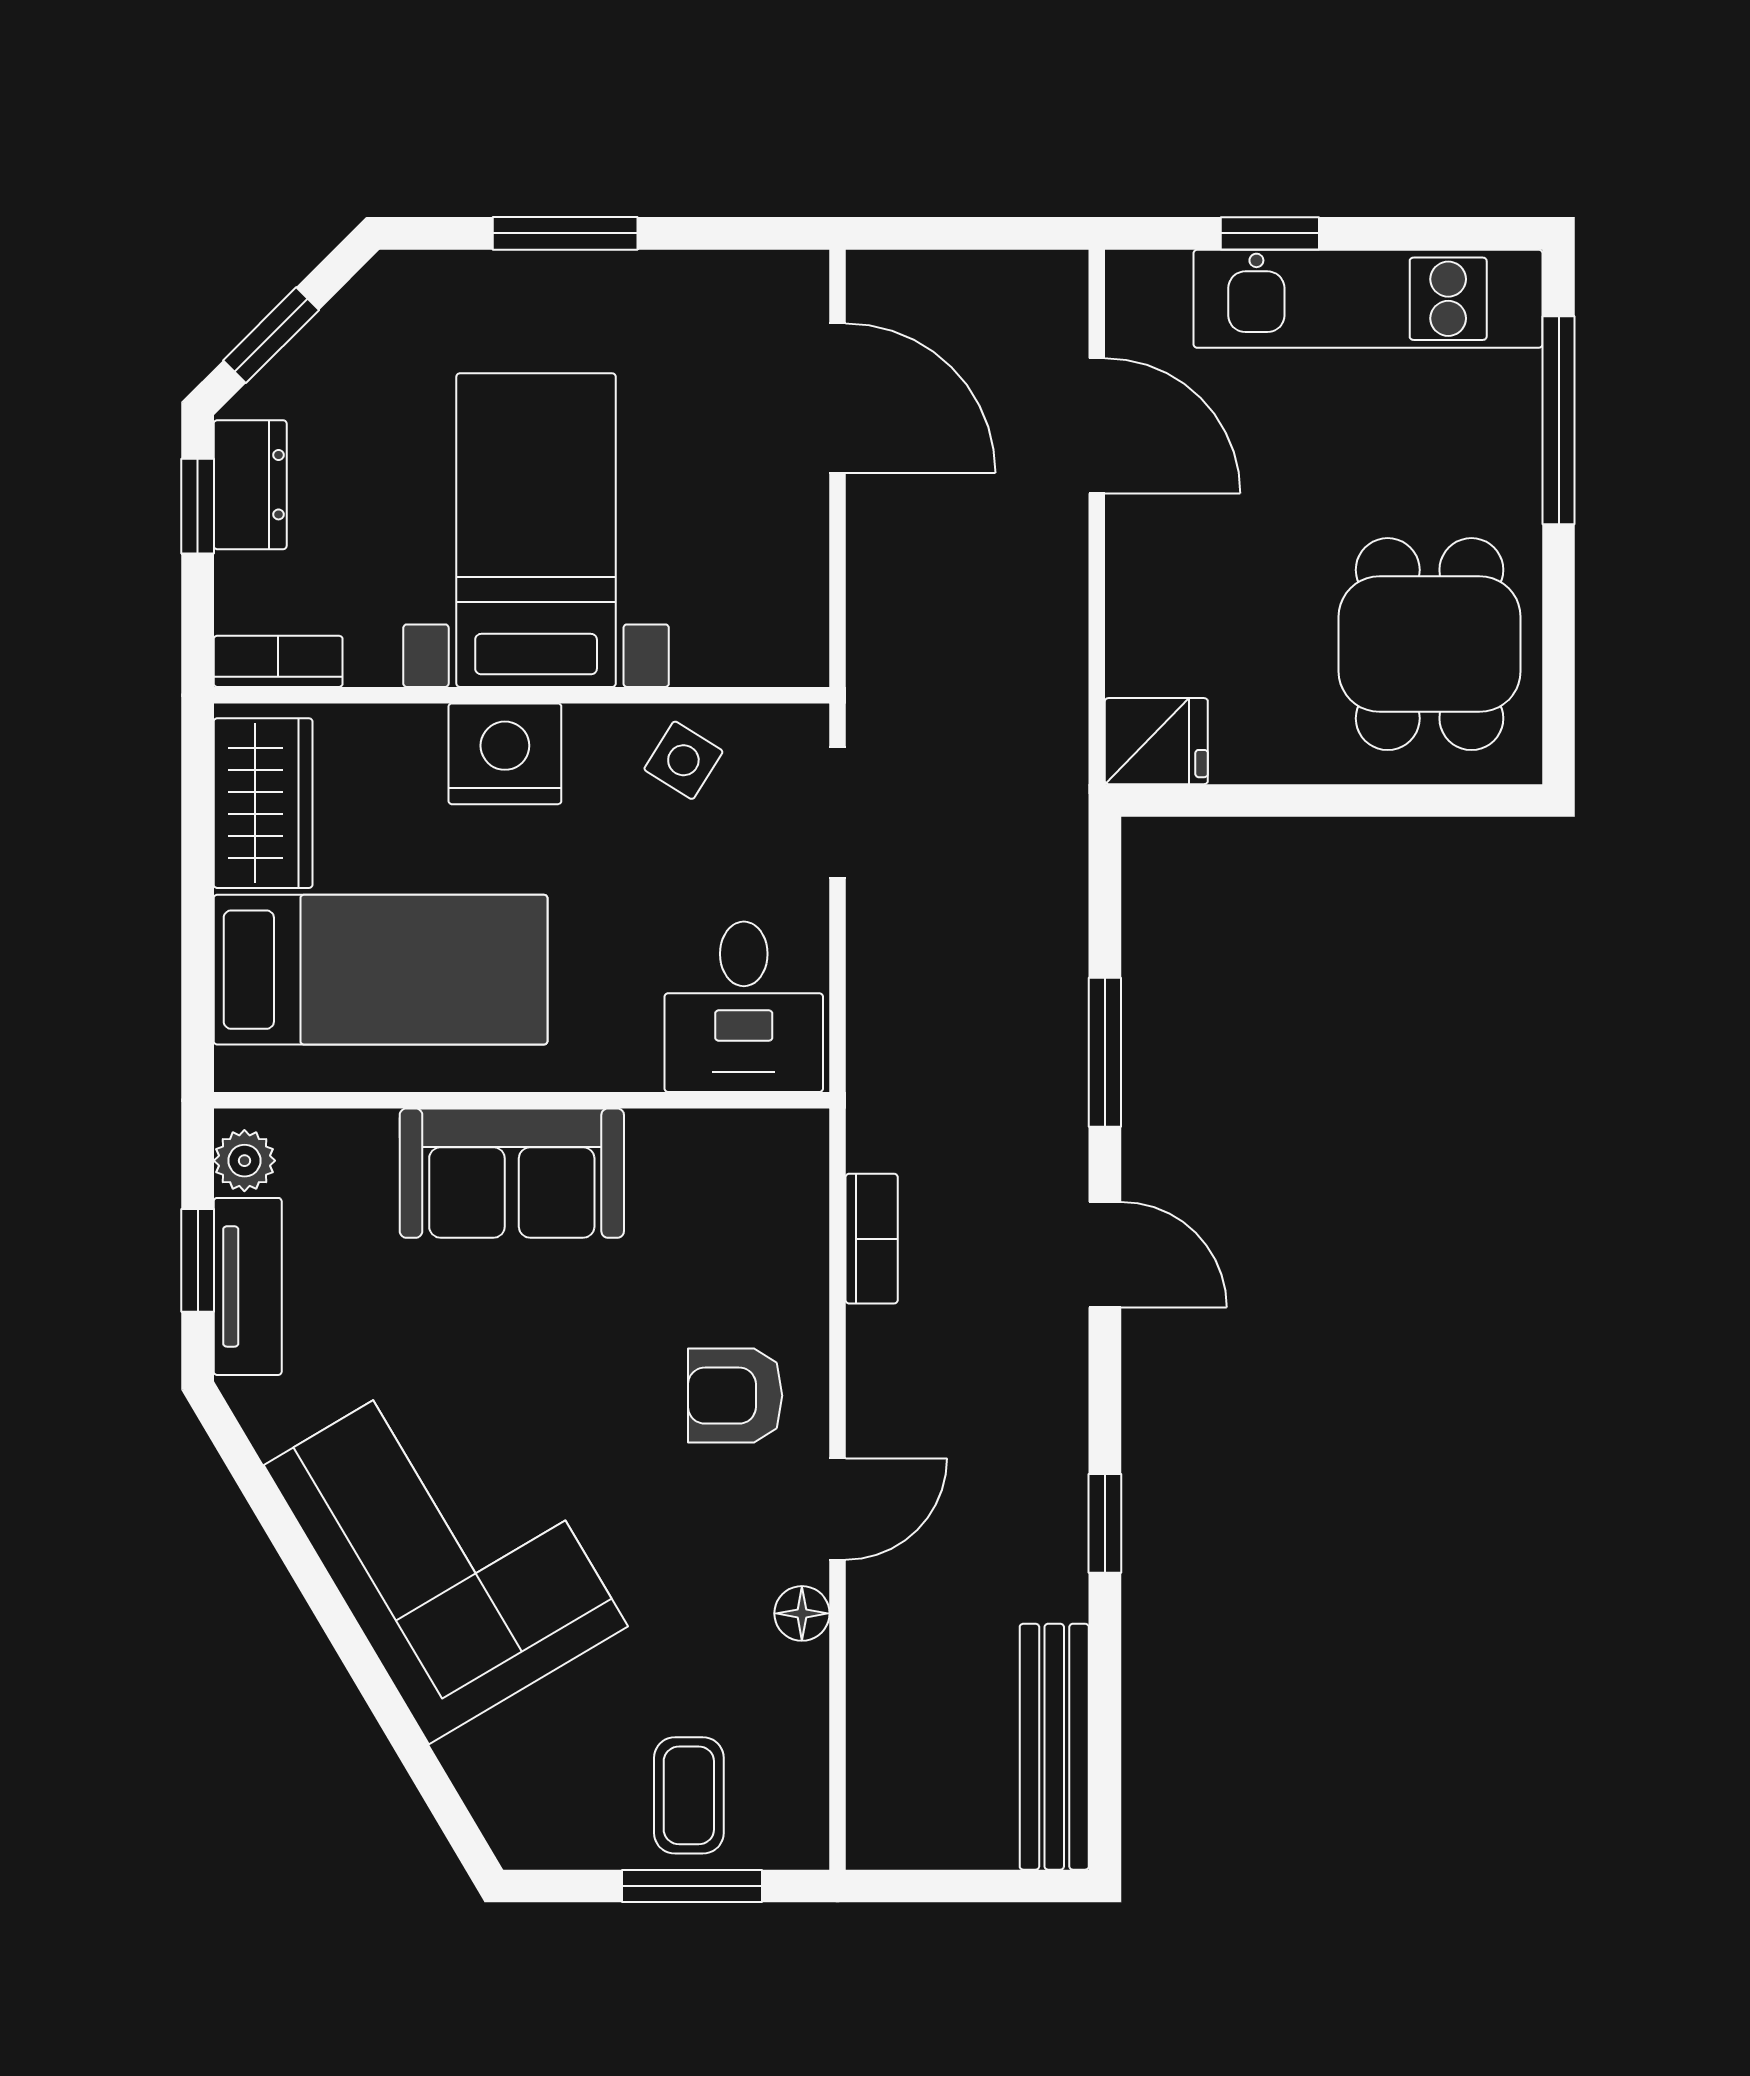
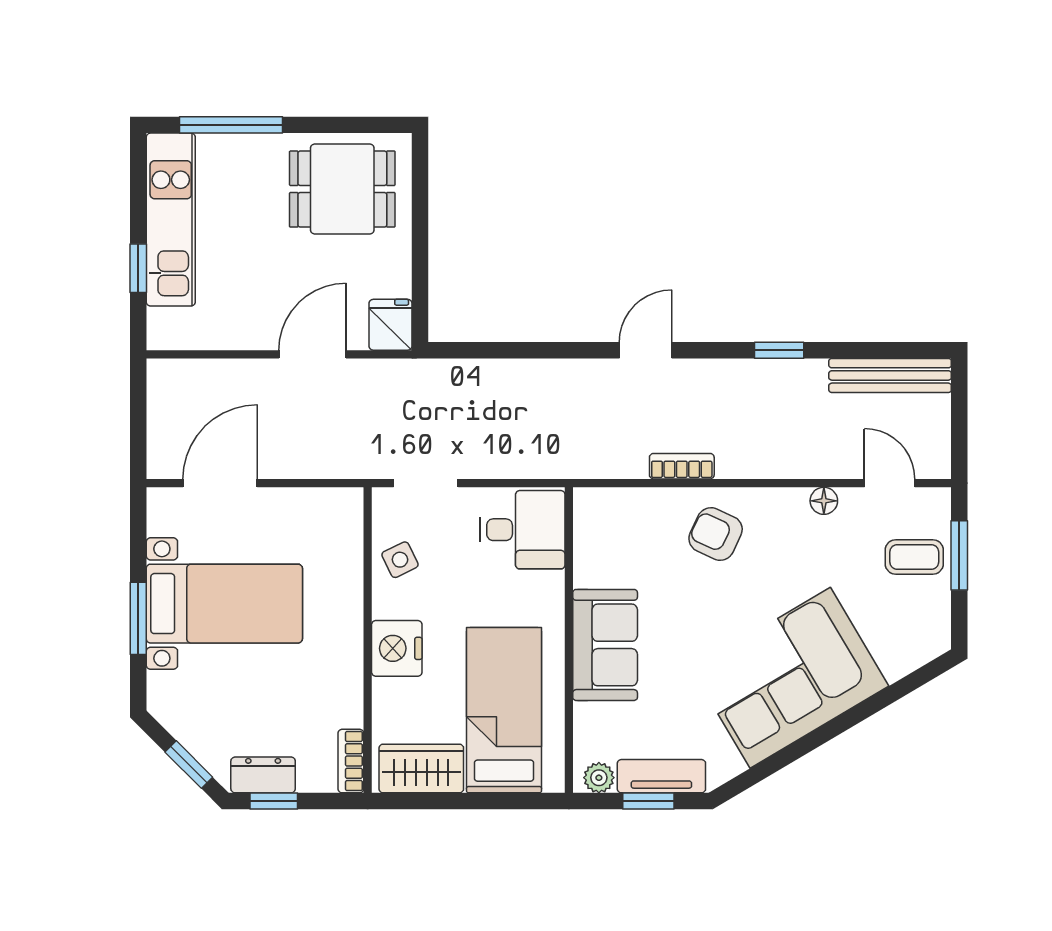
door: (1097, 426) -> (312, 354), moved
bed with nightstands: (536, 530) -> (224, 604), moved, turned 180
side table: (683, 760) -> (400, 560), turned 32
window: (1105, 1052) -> (545, 350), removed
bookcase: (872, 1239) -> (682, 466), moved
armchair: (735, 1396) -> (716, 534), turned 115
door: (838, 1509) -> (890, 483), moved

